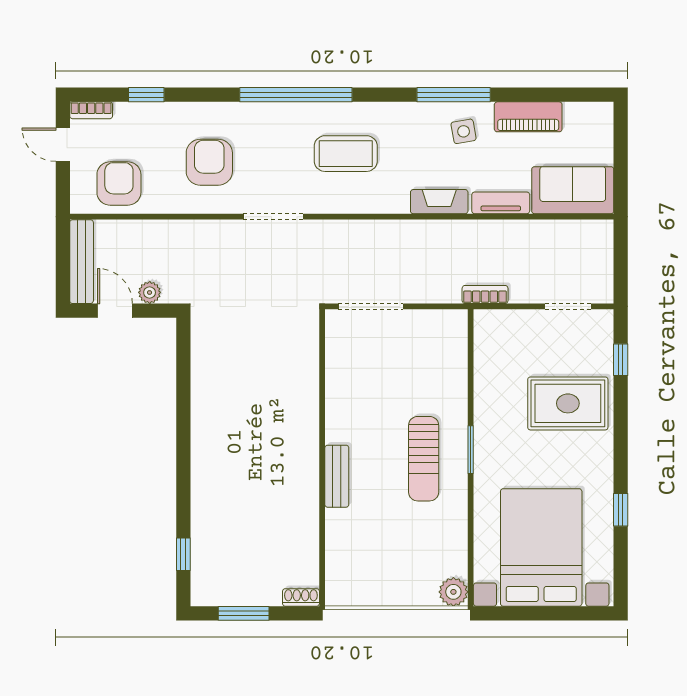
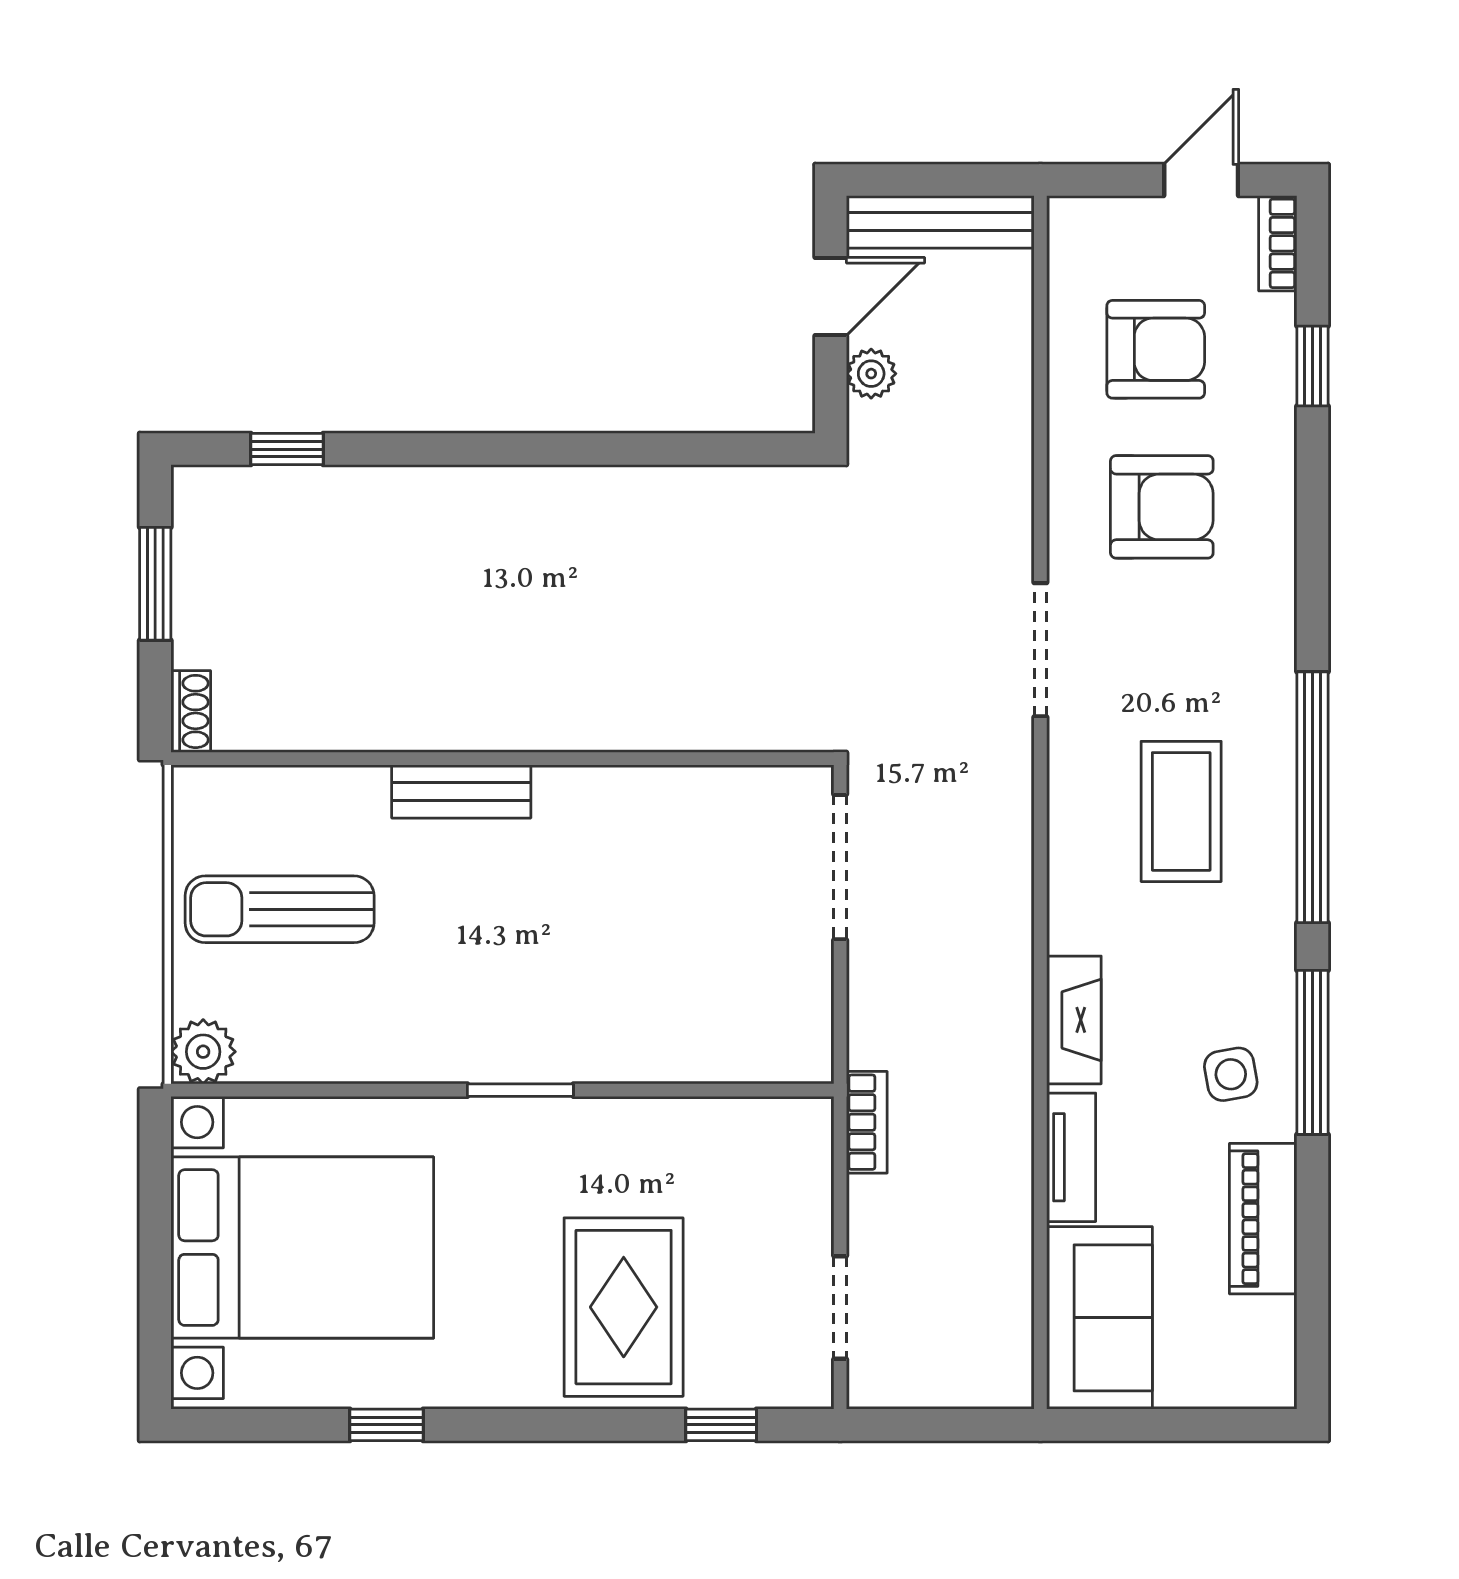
window: (296, 95) -> (1312, 797), moved
armchair: (119, 184) -> (1156, 349), moved
sun lounger: (424, 459) -> (280, 909), moved

